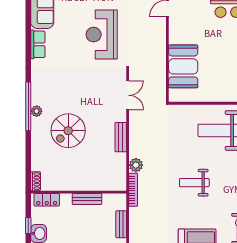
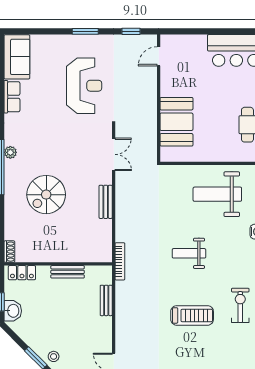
reception desk: (102, 35) -> (84, 86), turned 180
plant: (37, 111) -> (10, 152), moved
plant: (136, 165) -> (123, 233), removed

